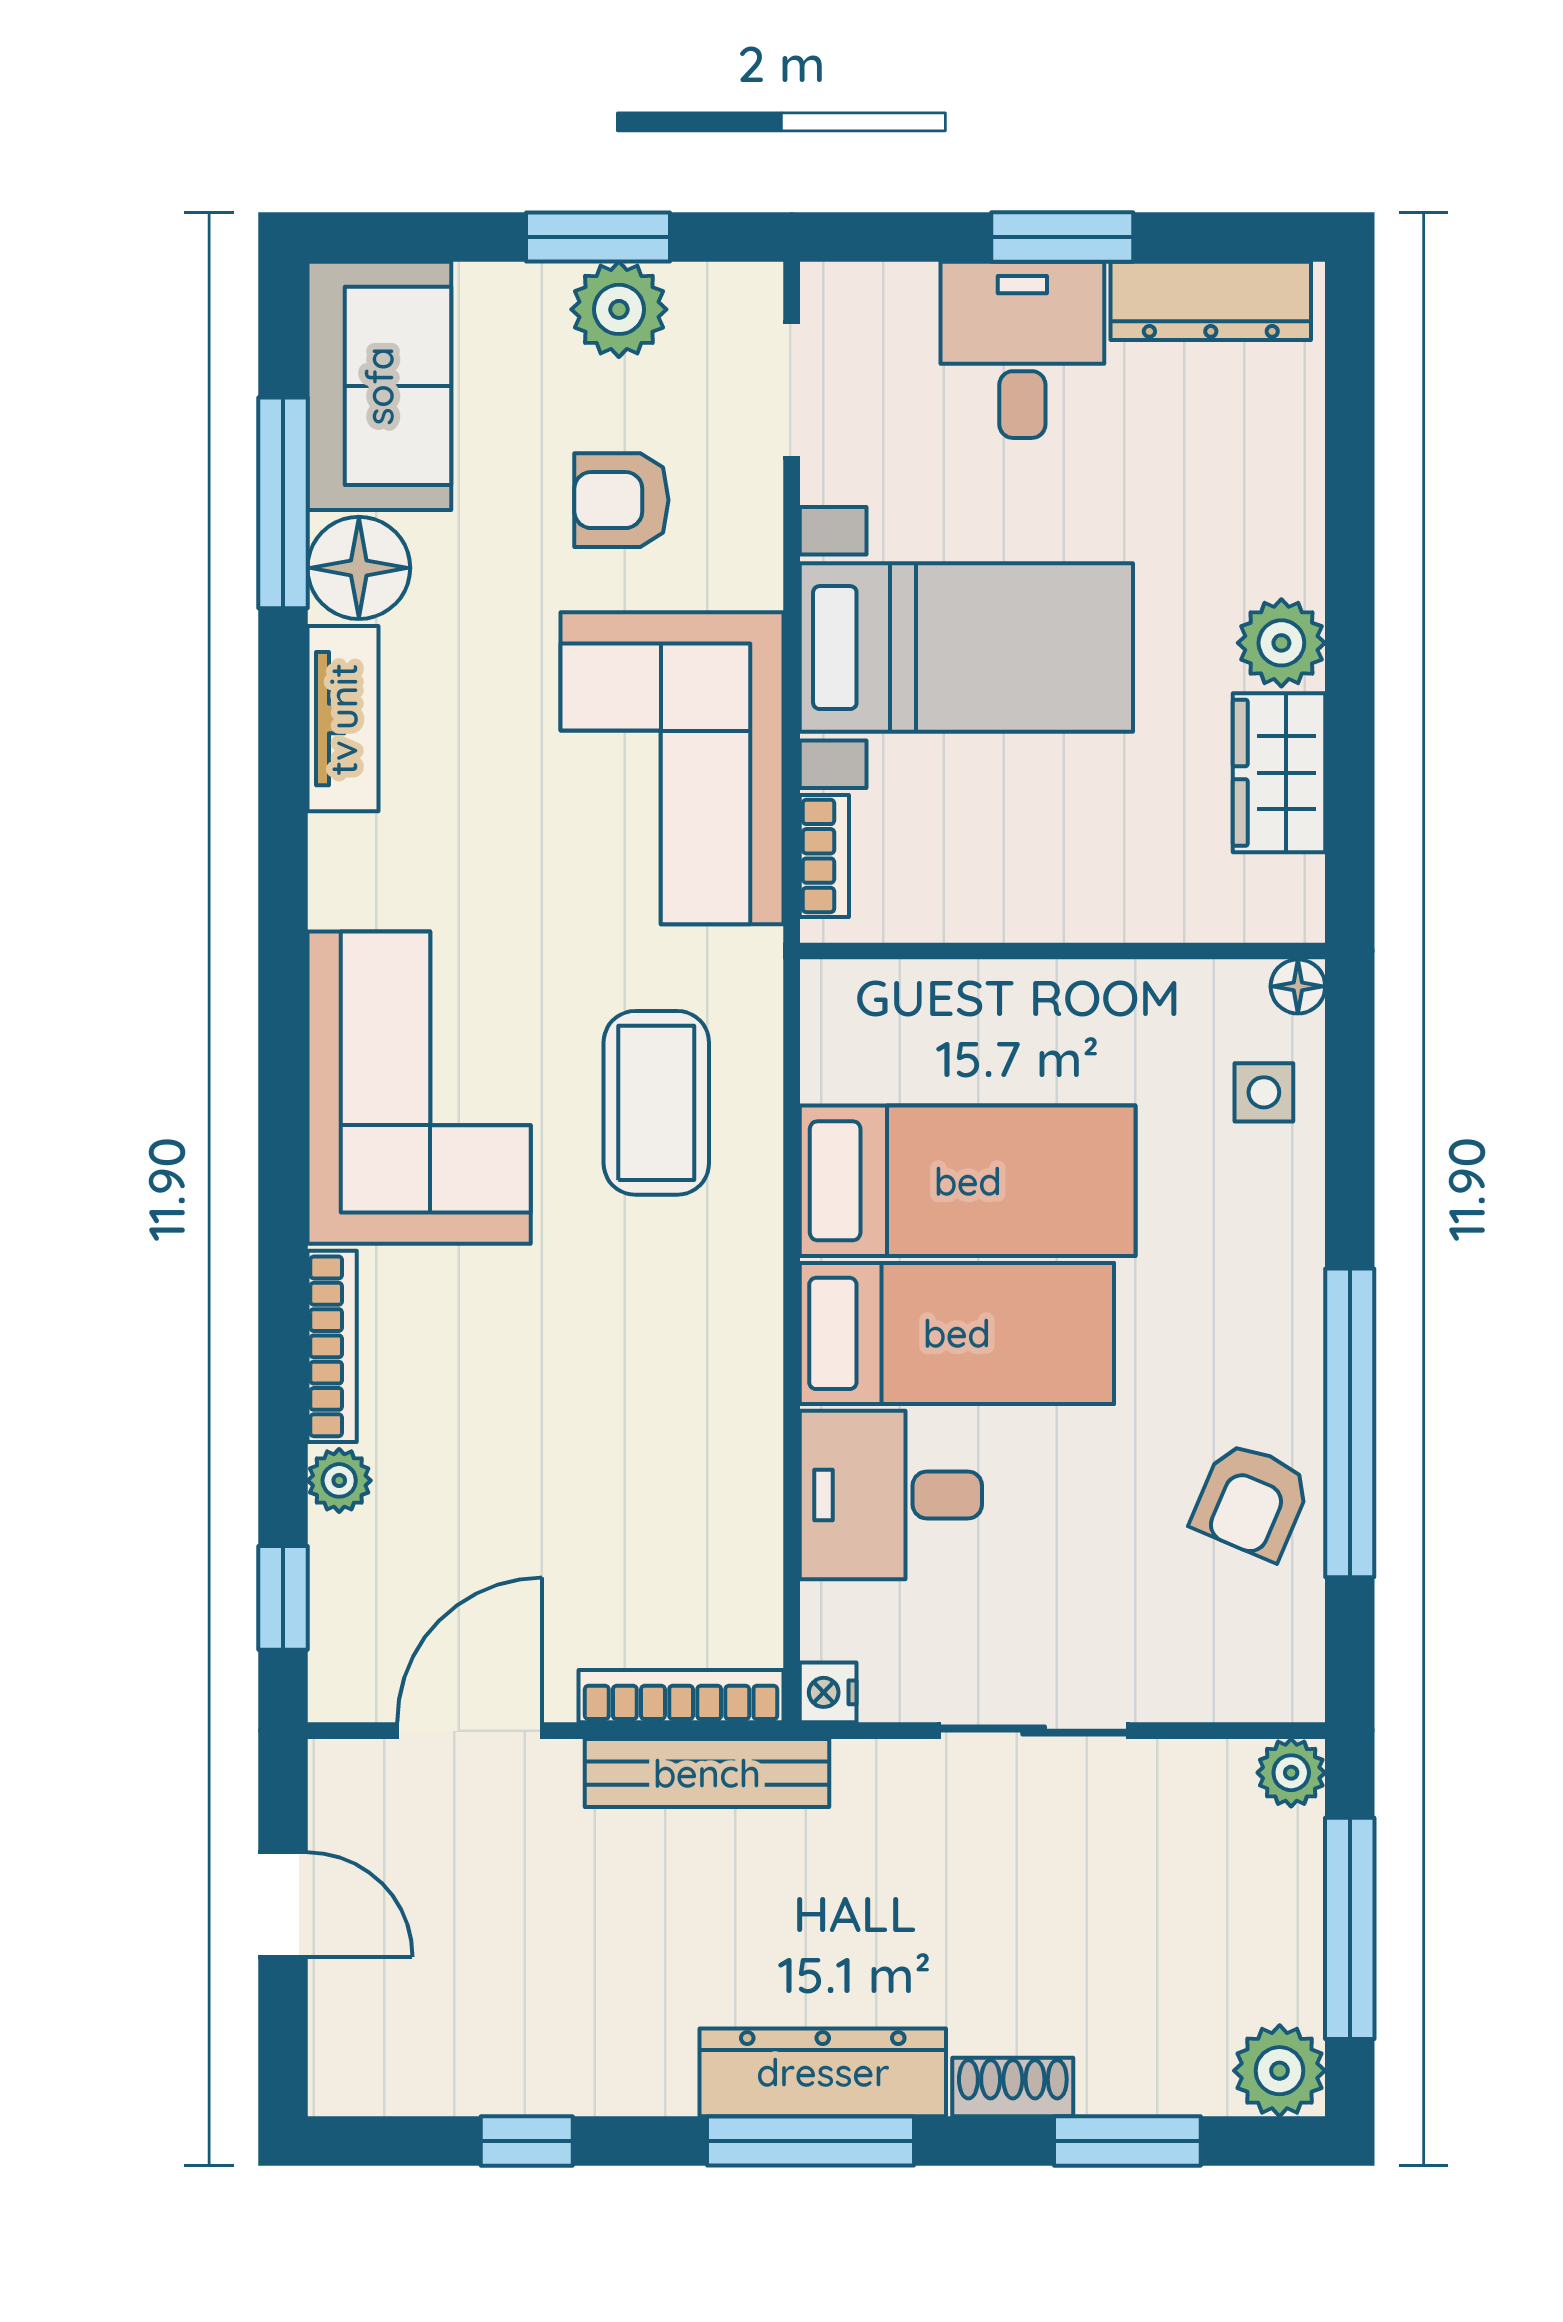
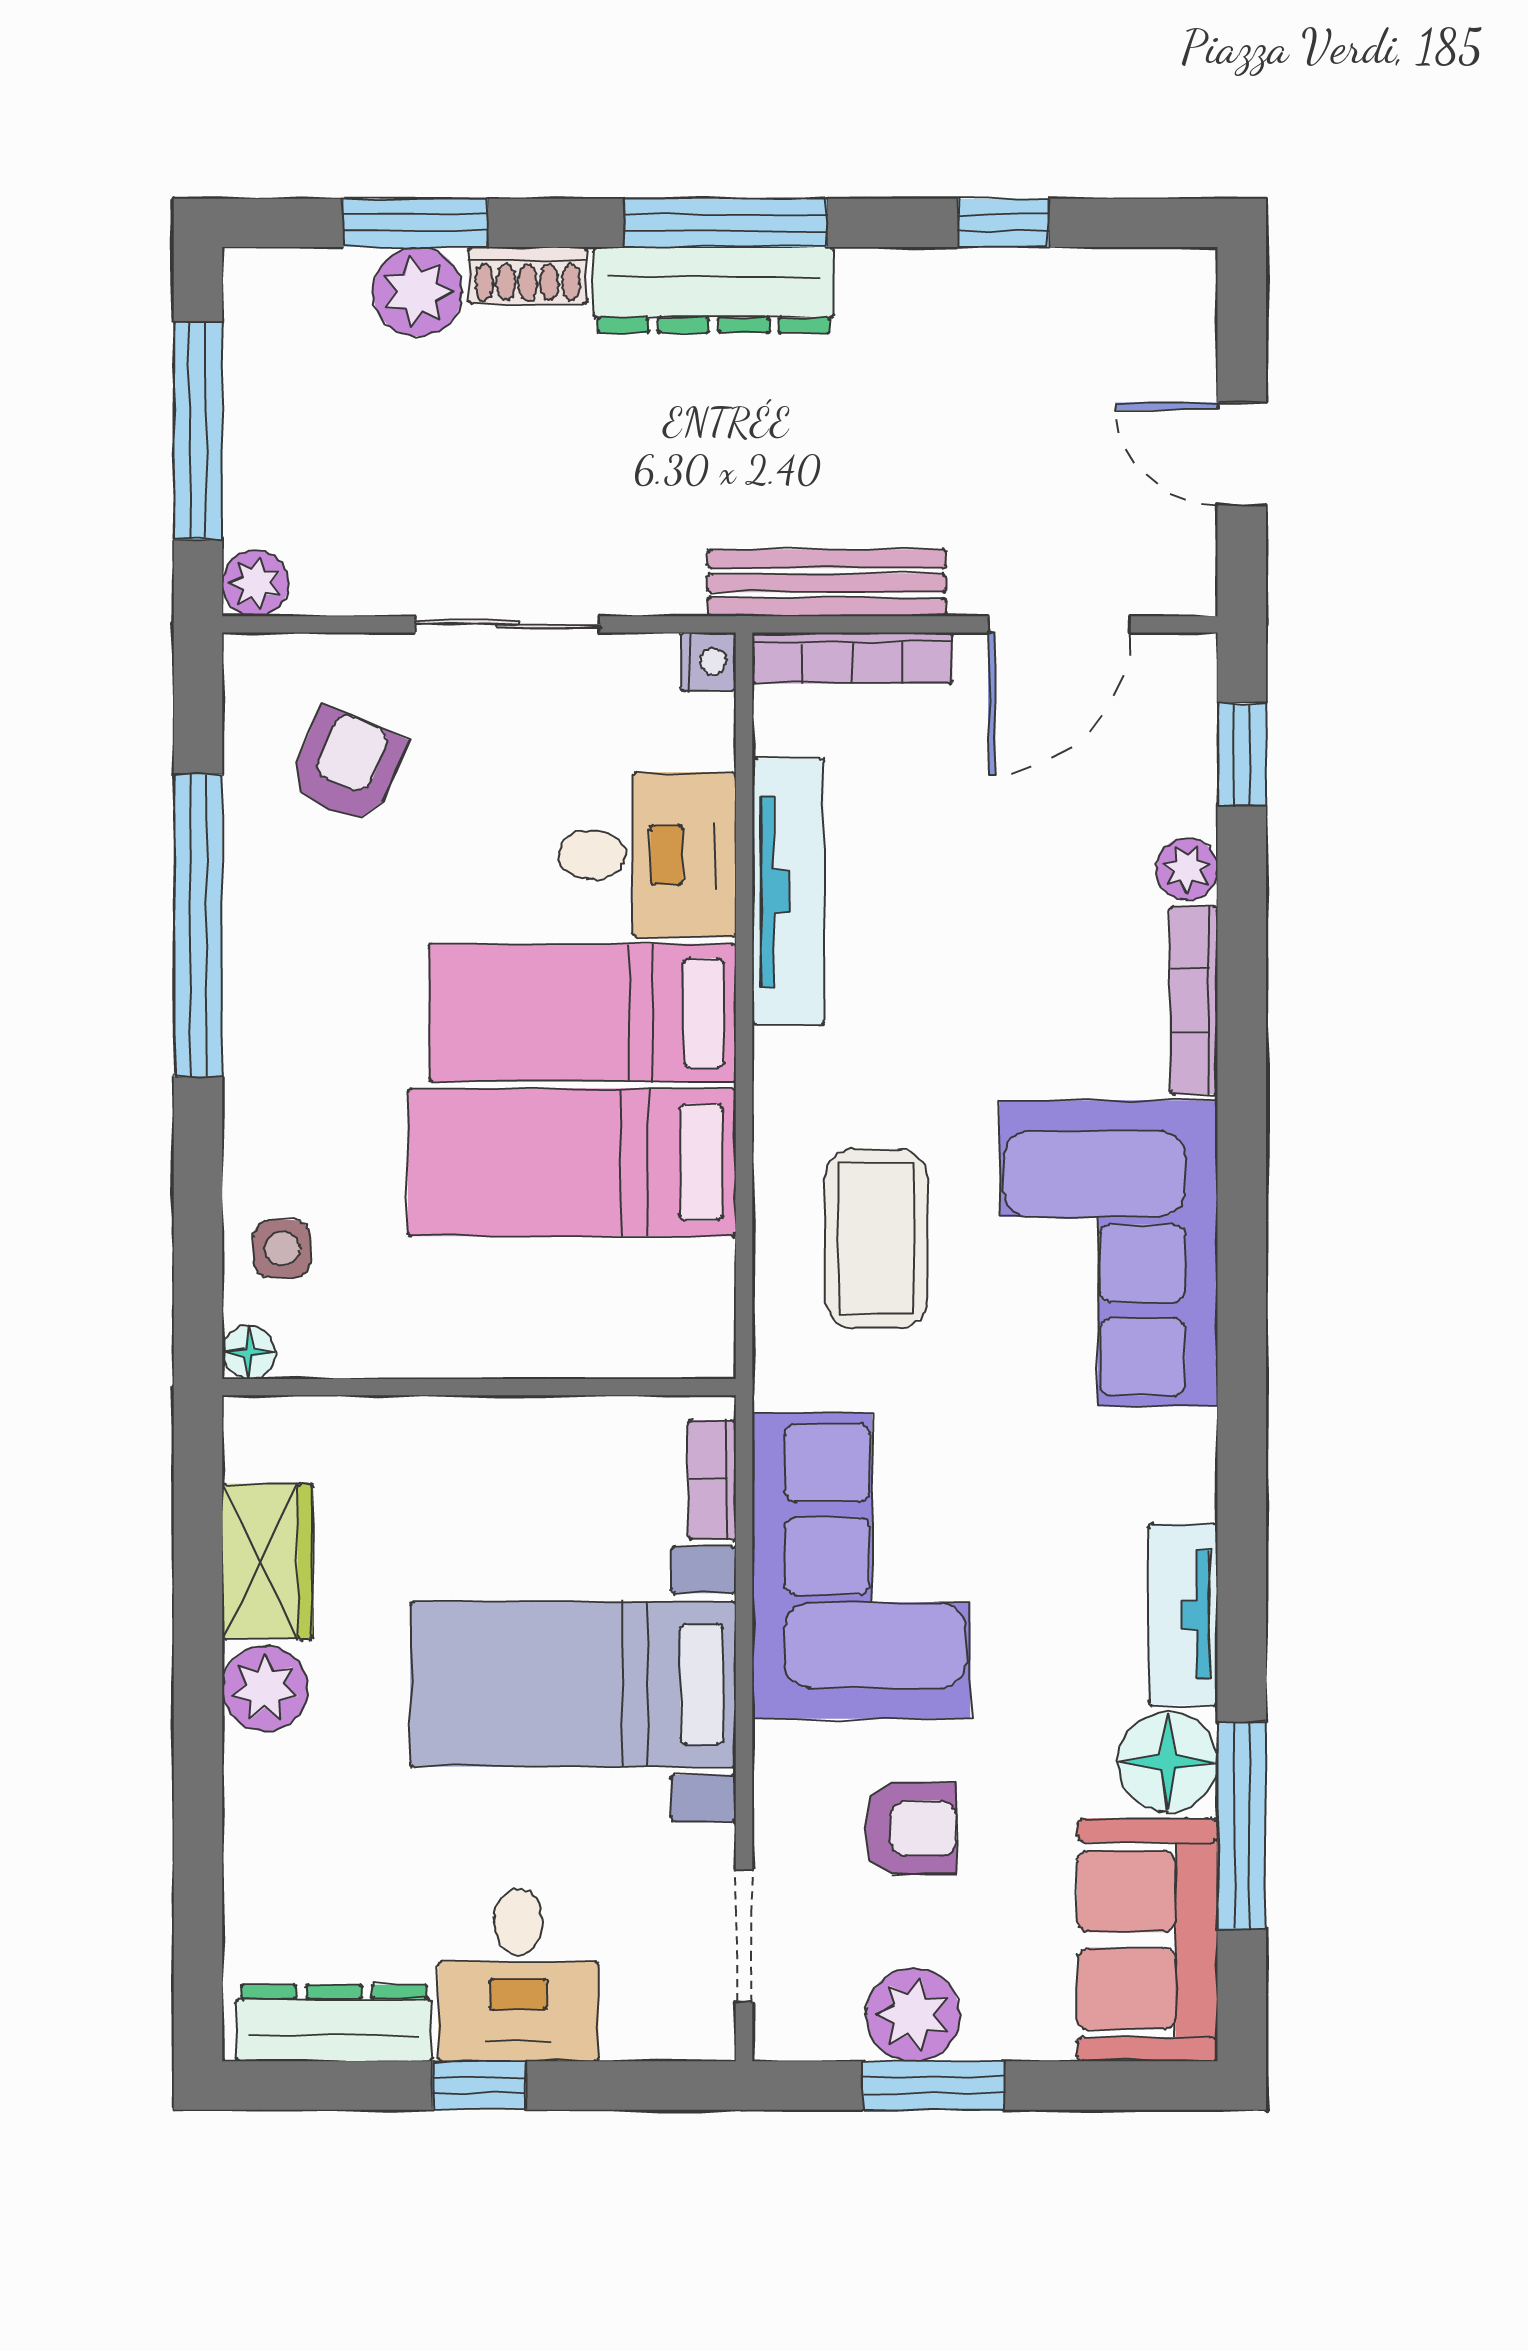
window: (1062, 237) -> (479, 2086), width x0.67
tv unit: (747, 1457) -> (788, 892), added
armchair: (1251, 1501) -> (347, 765), moved
plant: (1280, 2071) -> (418, 292), moved

